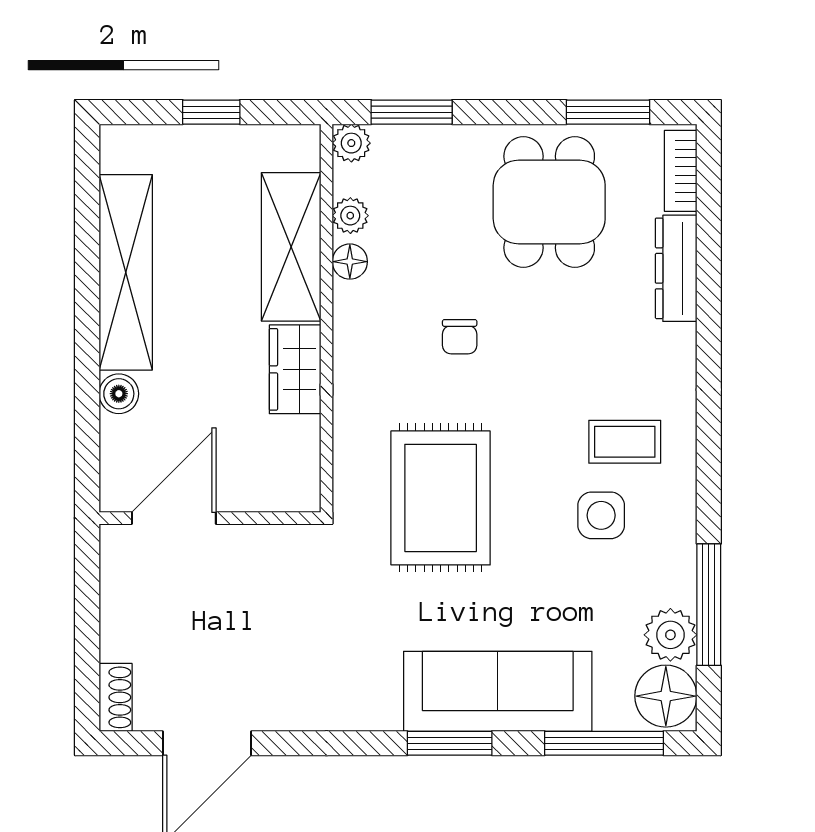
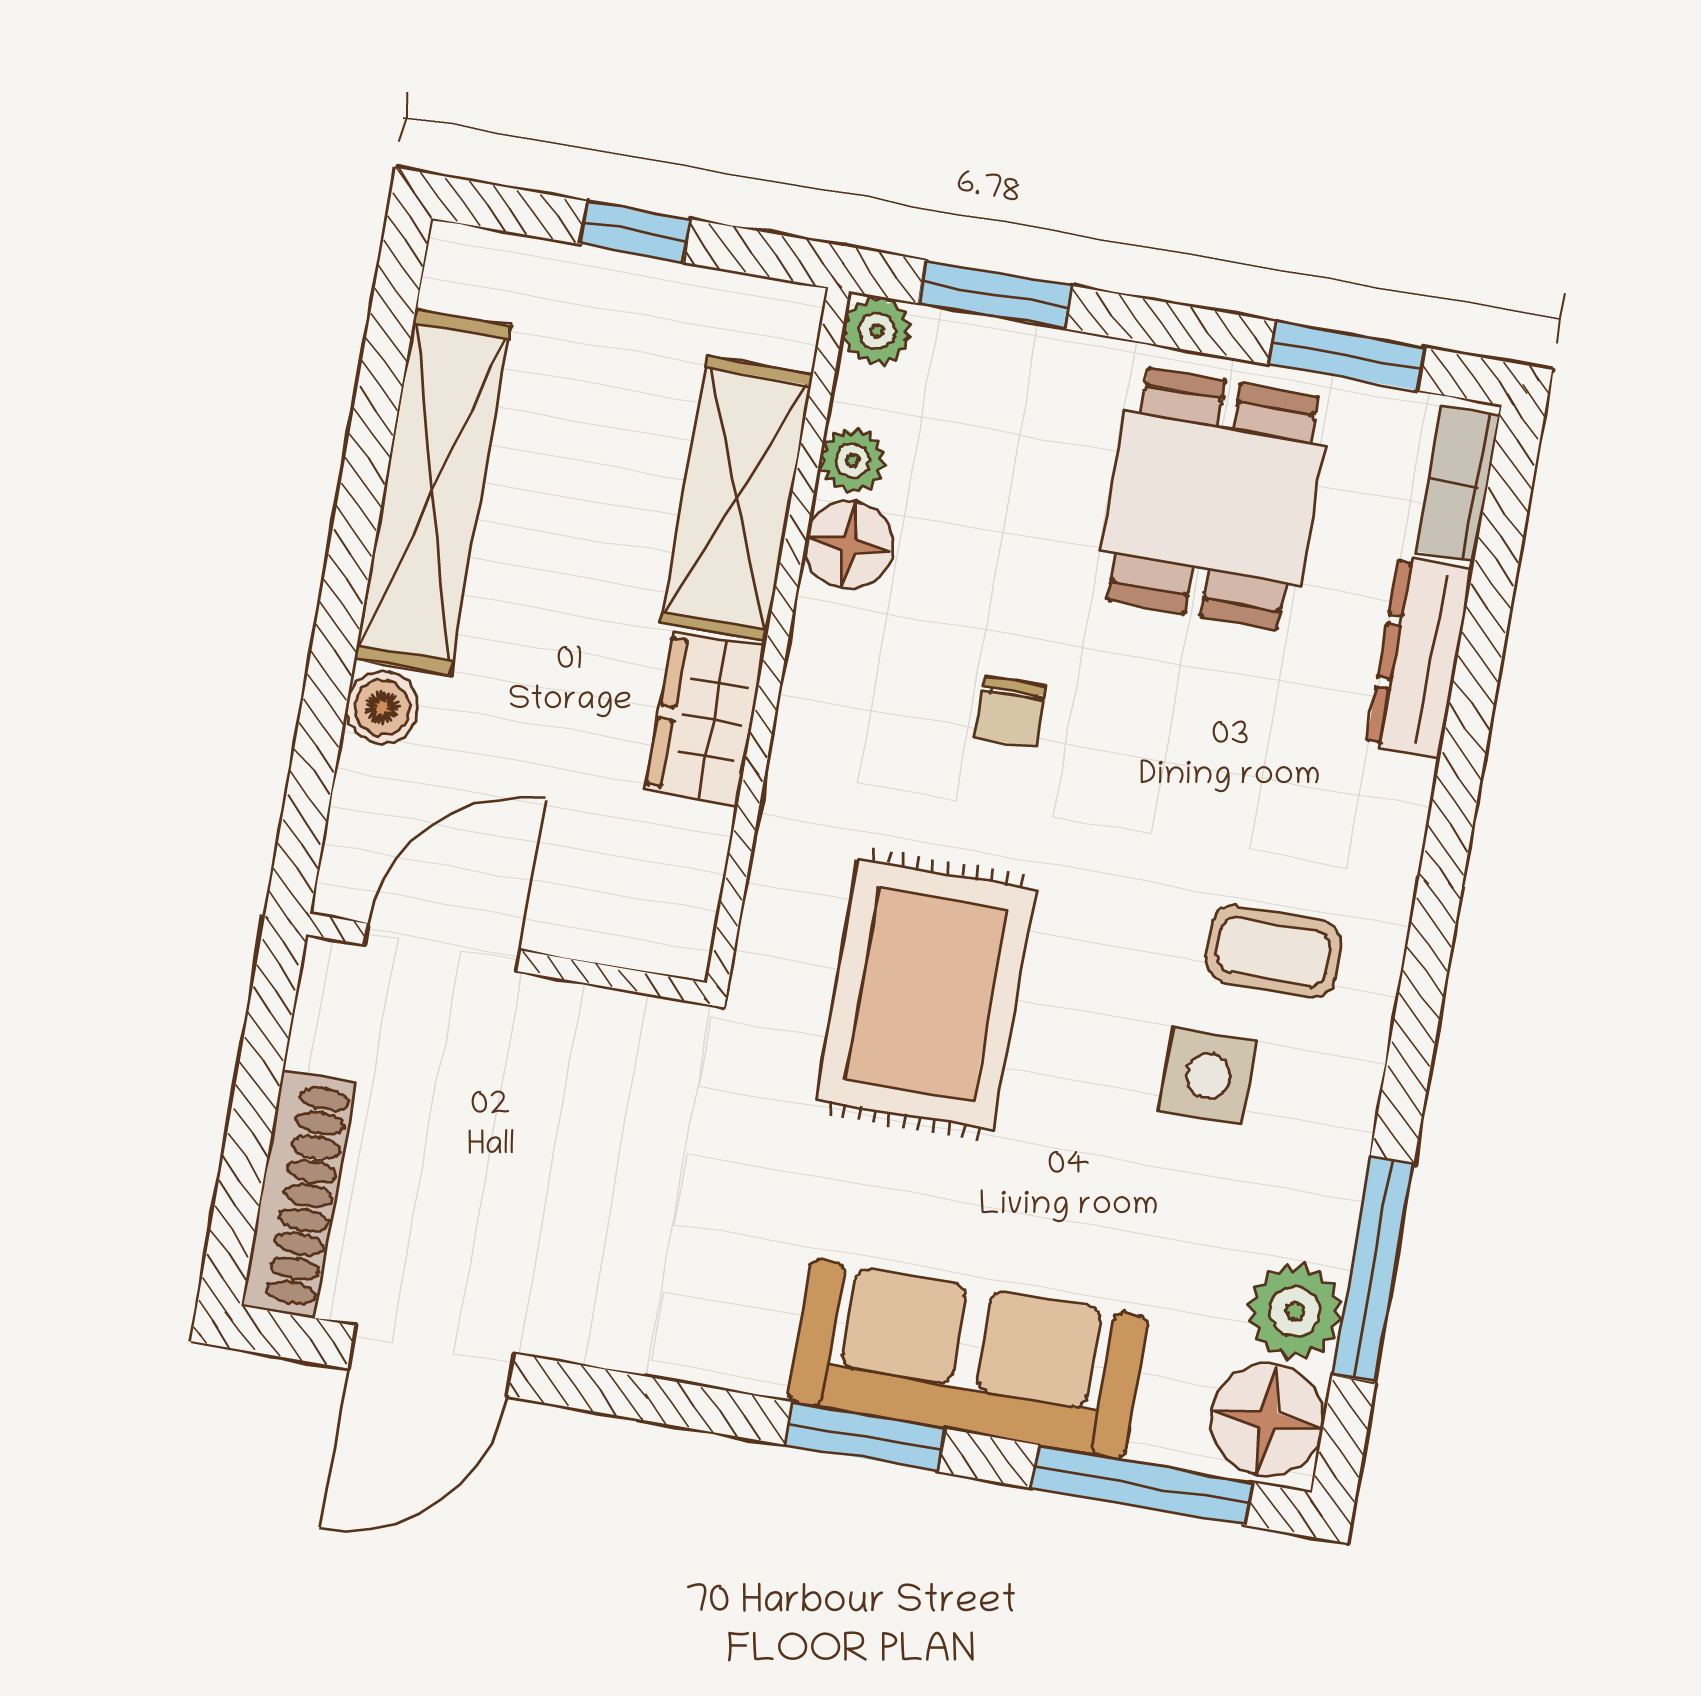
floor lamp: (350, 262) -> (849, 545), width x1.37, depth x1.37
shoe rack: (116, 697) -> (298, 1194), width x1.94, depth x1.24

